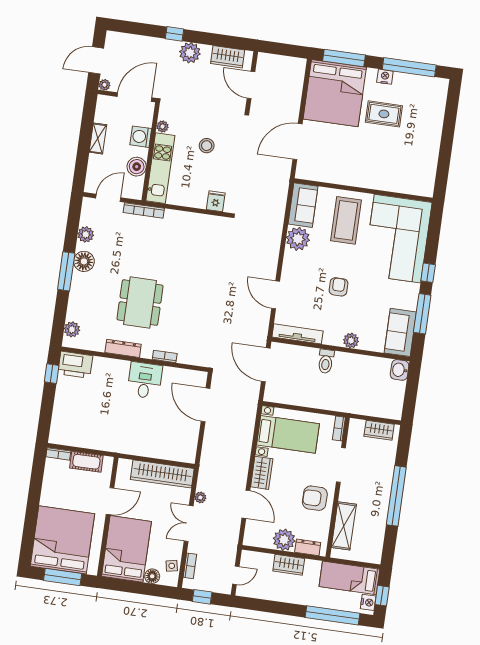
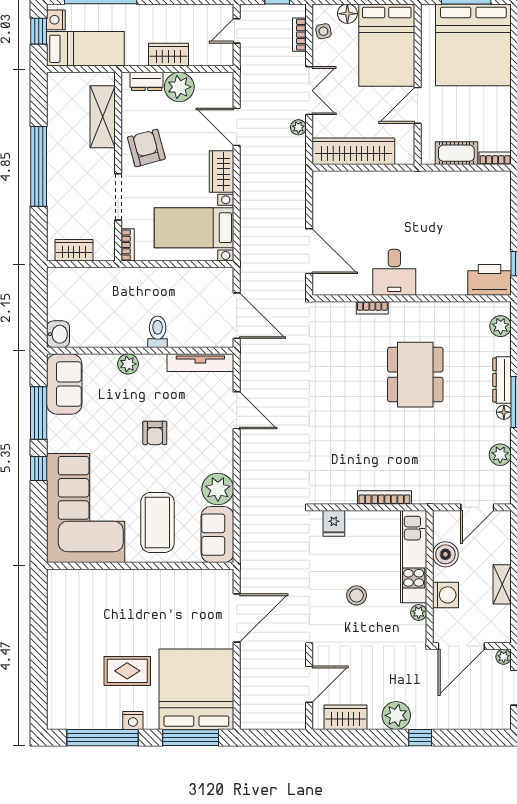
door: (251, 85) -> (309, 684), hinge flipped
bookcase: (144, 210) -> (384, 498), moved
floor lamp: (84, 261) -> (504, 412), width x0.53, depth x0.53
dresser: (123, 348) -> (502, 380), moved, turned 90
armchair: (315, 498) -> (146, 148), turned -105

